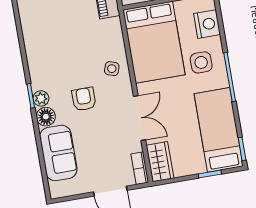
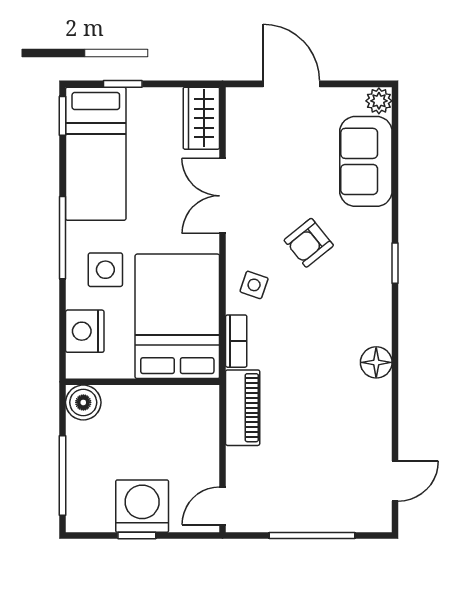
plant: (41, 98) -> (379, 101), moved
armchair: (84, 99) -> (309, 243), turned 51
floor lamp: (46, 117) -> (376, 362), moved
bookcase: (140, 168) -> (236, 341), moved

